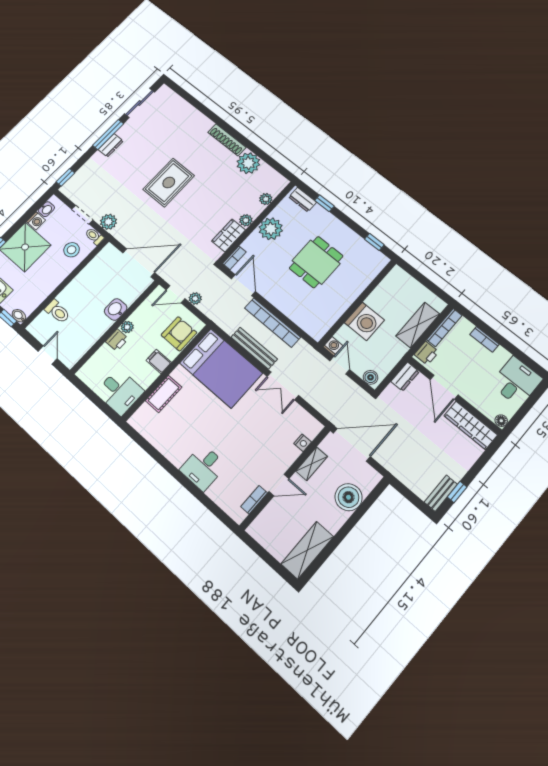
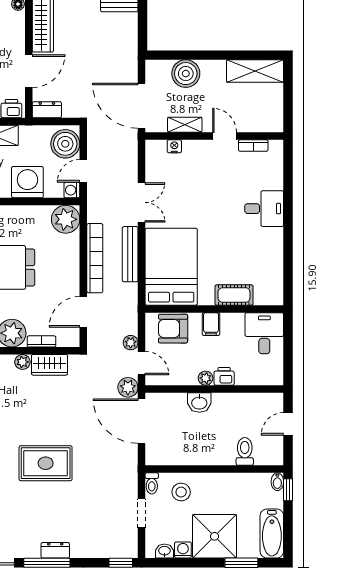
plant: (108, 222) -> (128, 387), moved
bookcase: (234, 258) -> (41, 341), moved
plant: (316, 325) -> (66, 219), added
boiler: (371, 377) -> (65, 144), width x1.86, depth x1.86

